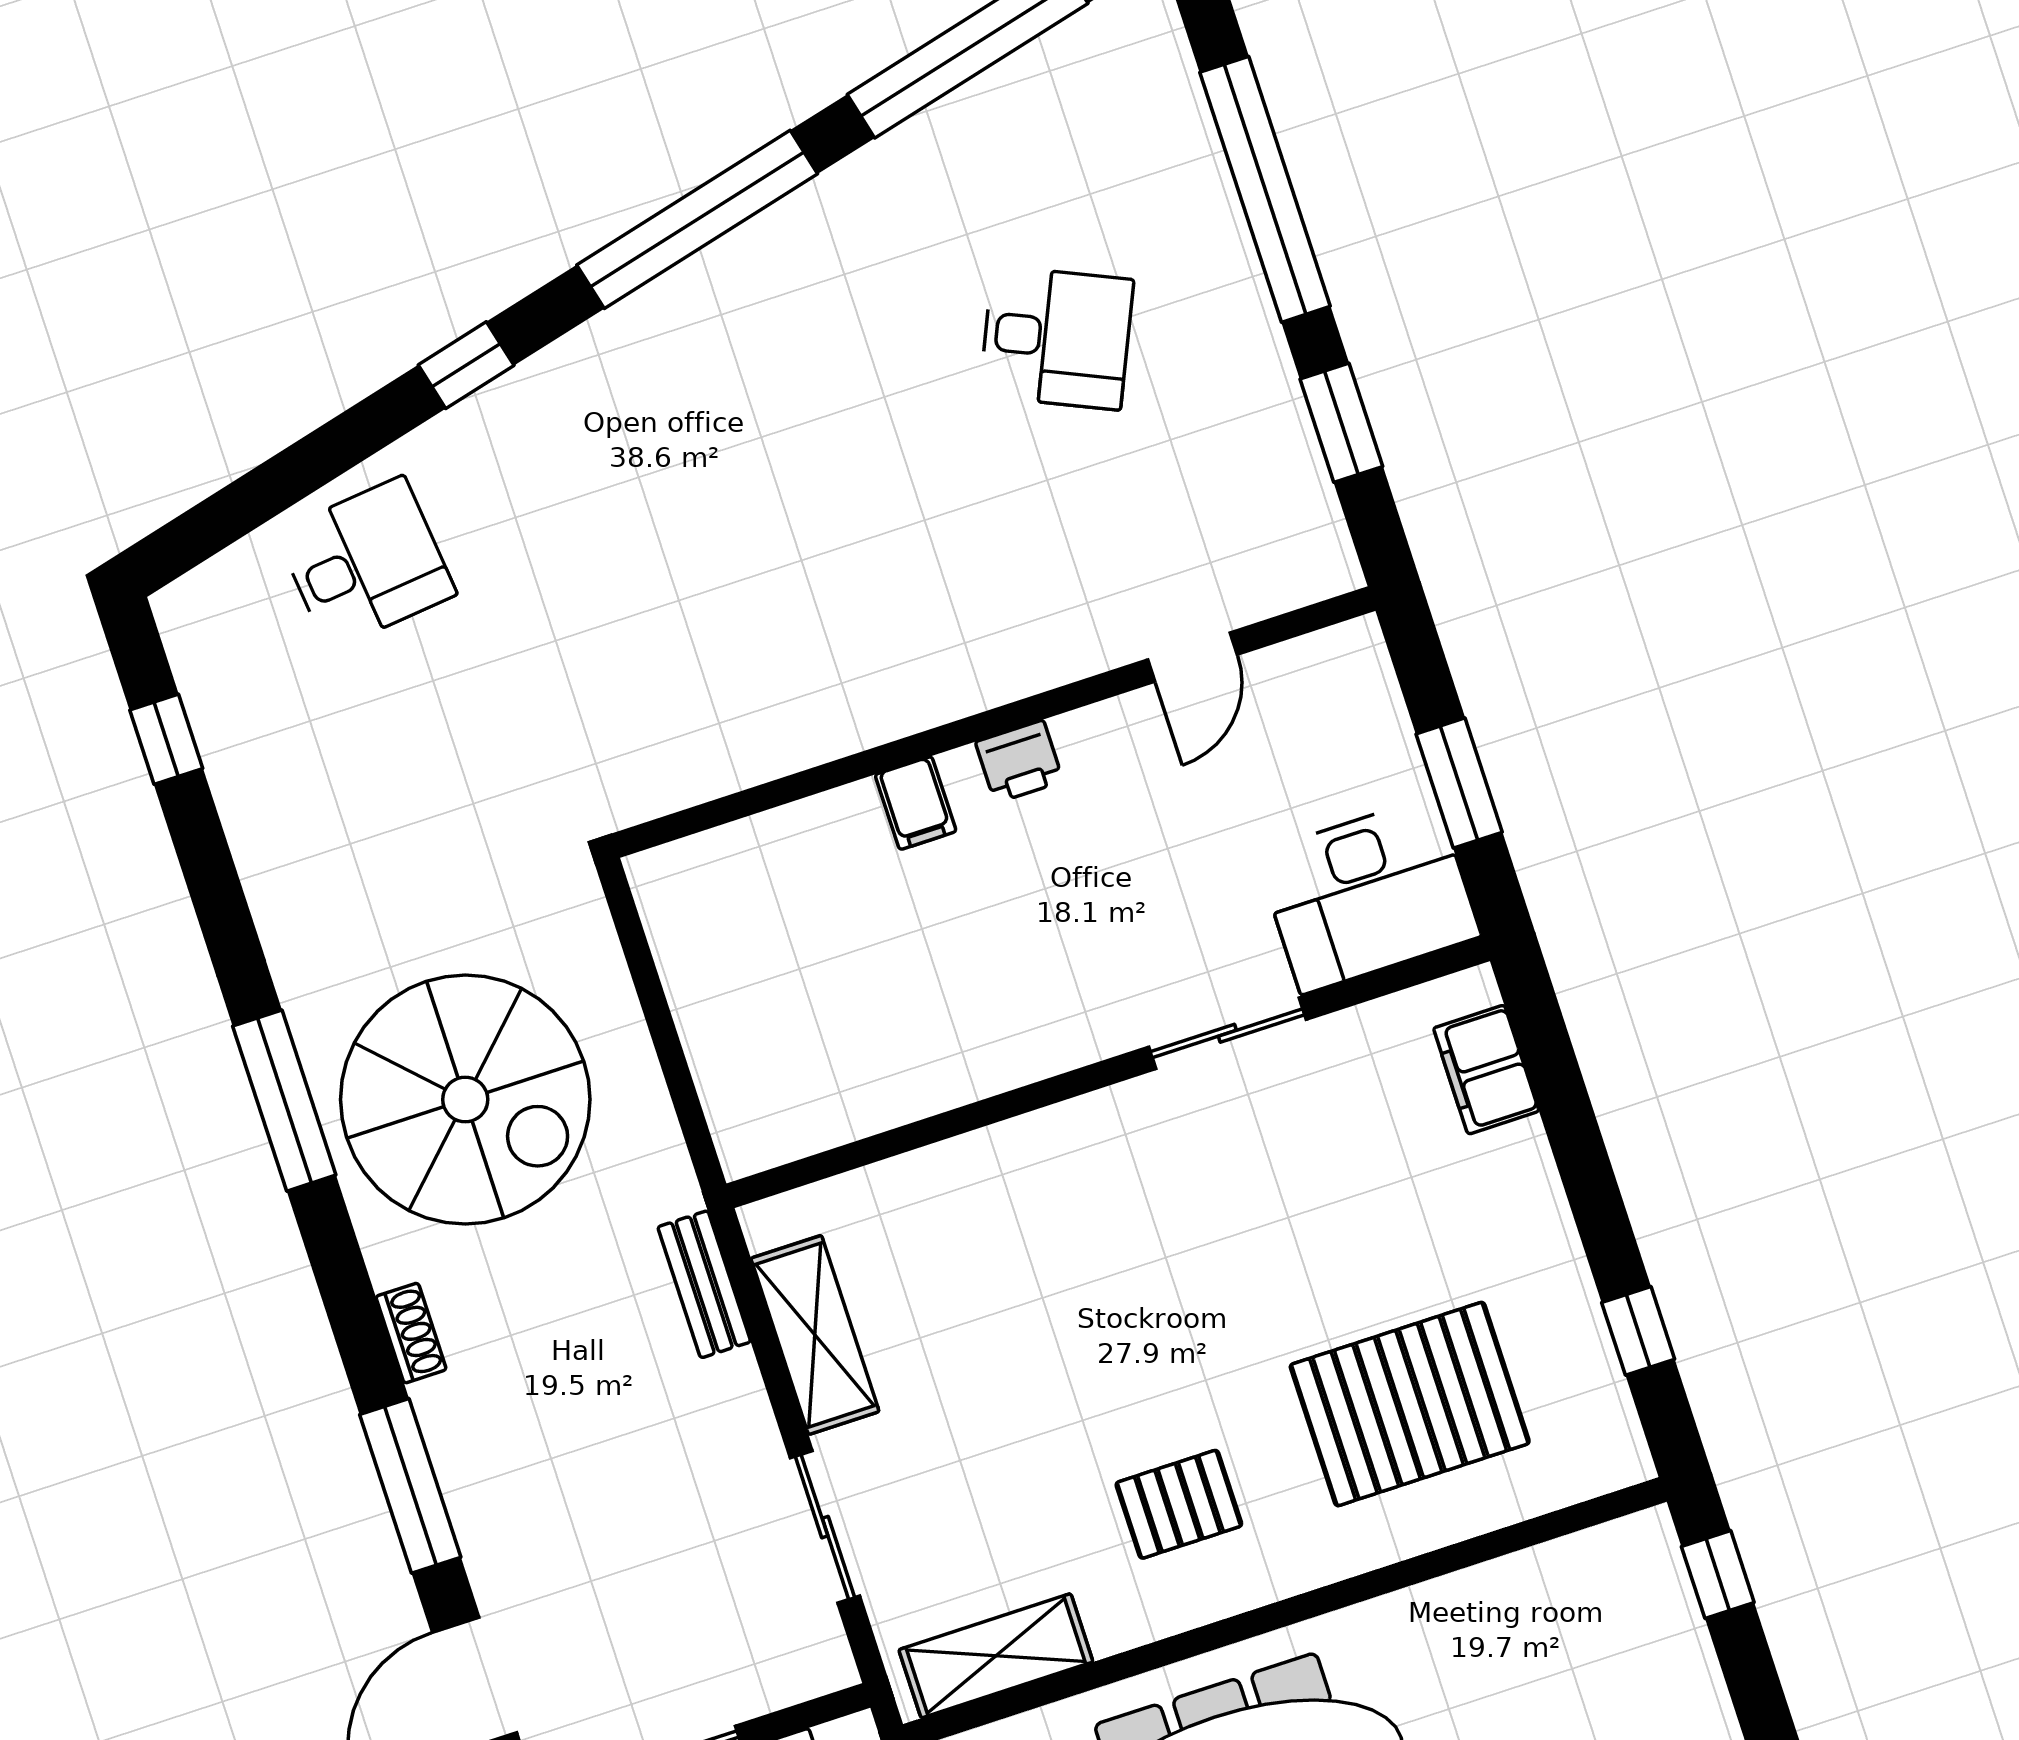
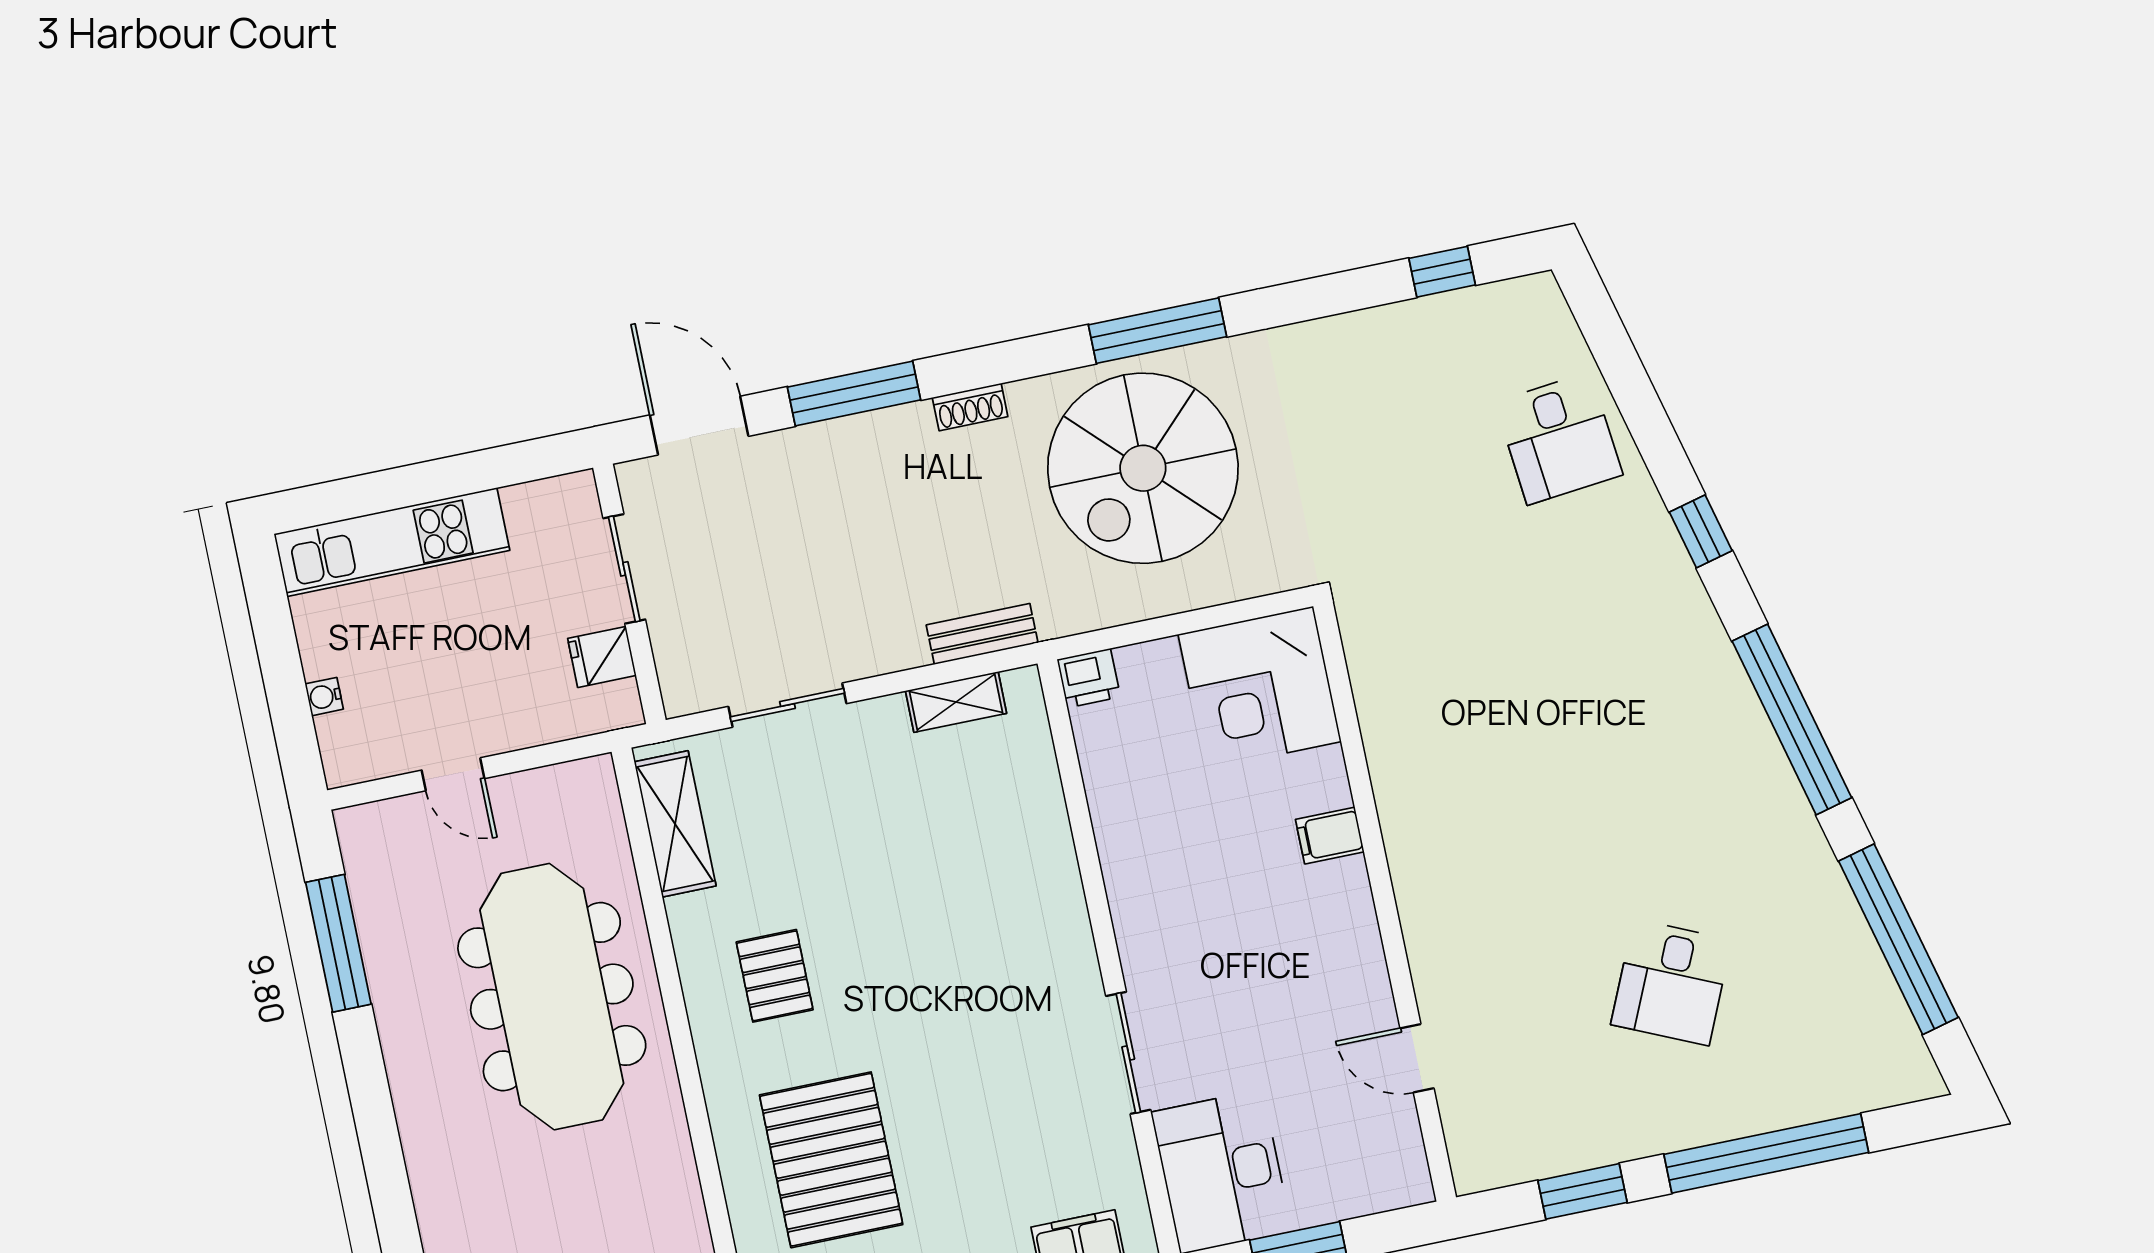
printer: (1019, 762) -> (1089, 678), moved, turned -90
corner desk: (734, 916) -> (1260, 688), added
shelving: (815, 1335) -> (956, 702), width x0.67, depth x0.75

